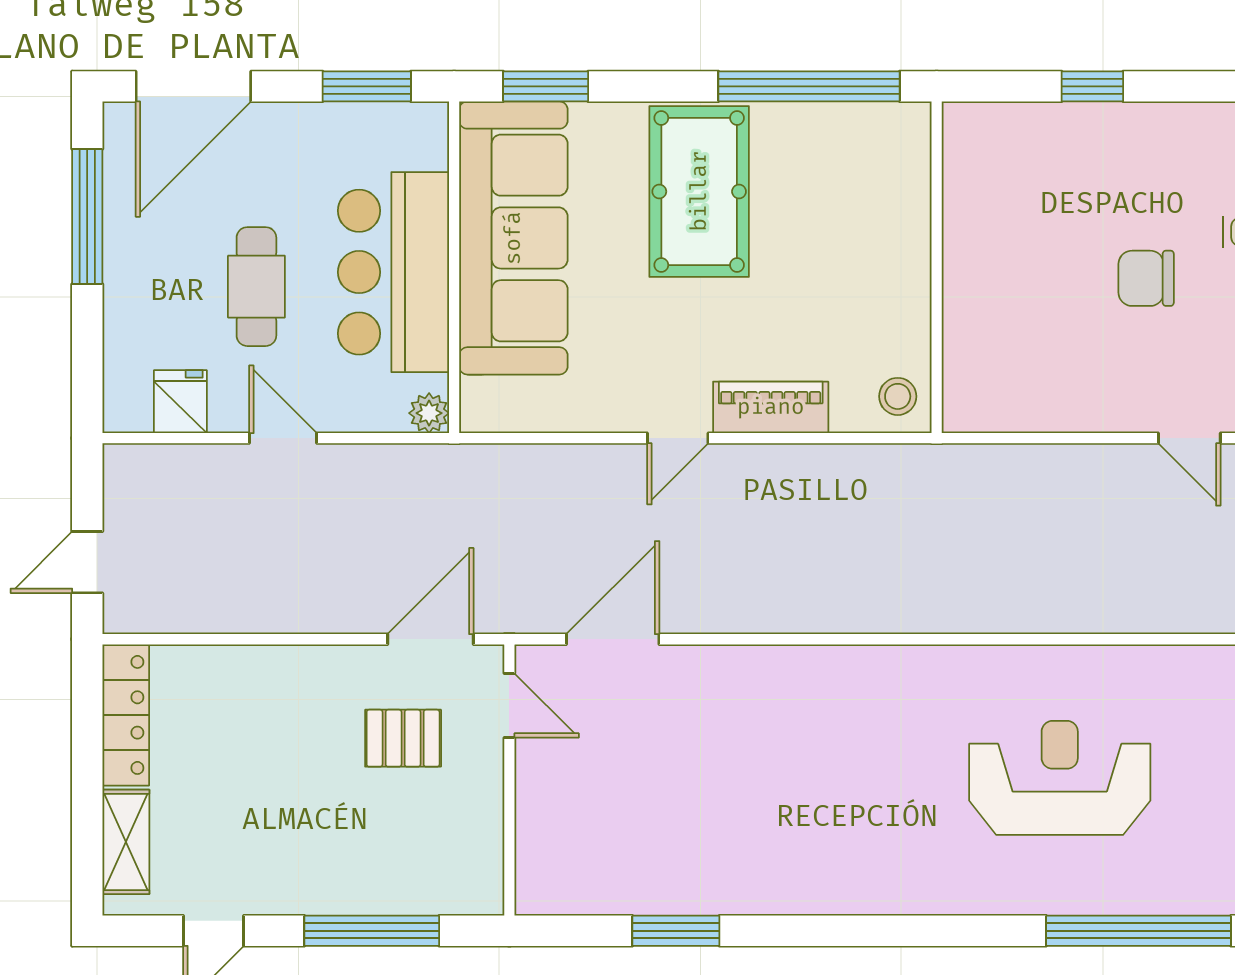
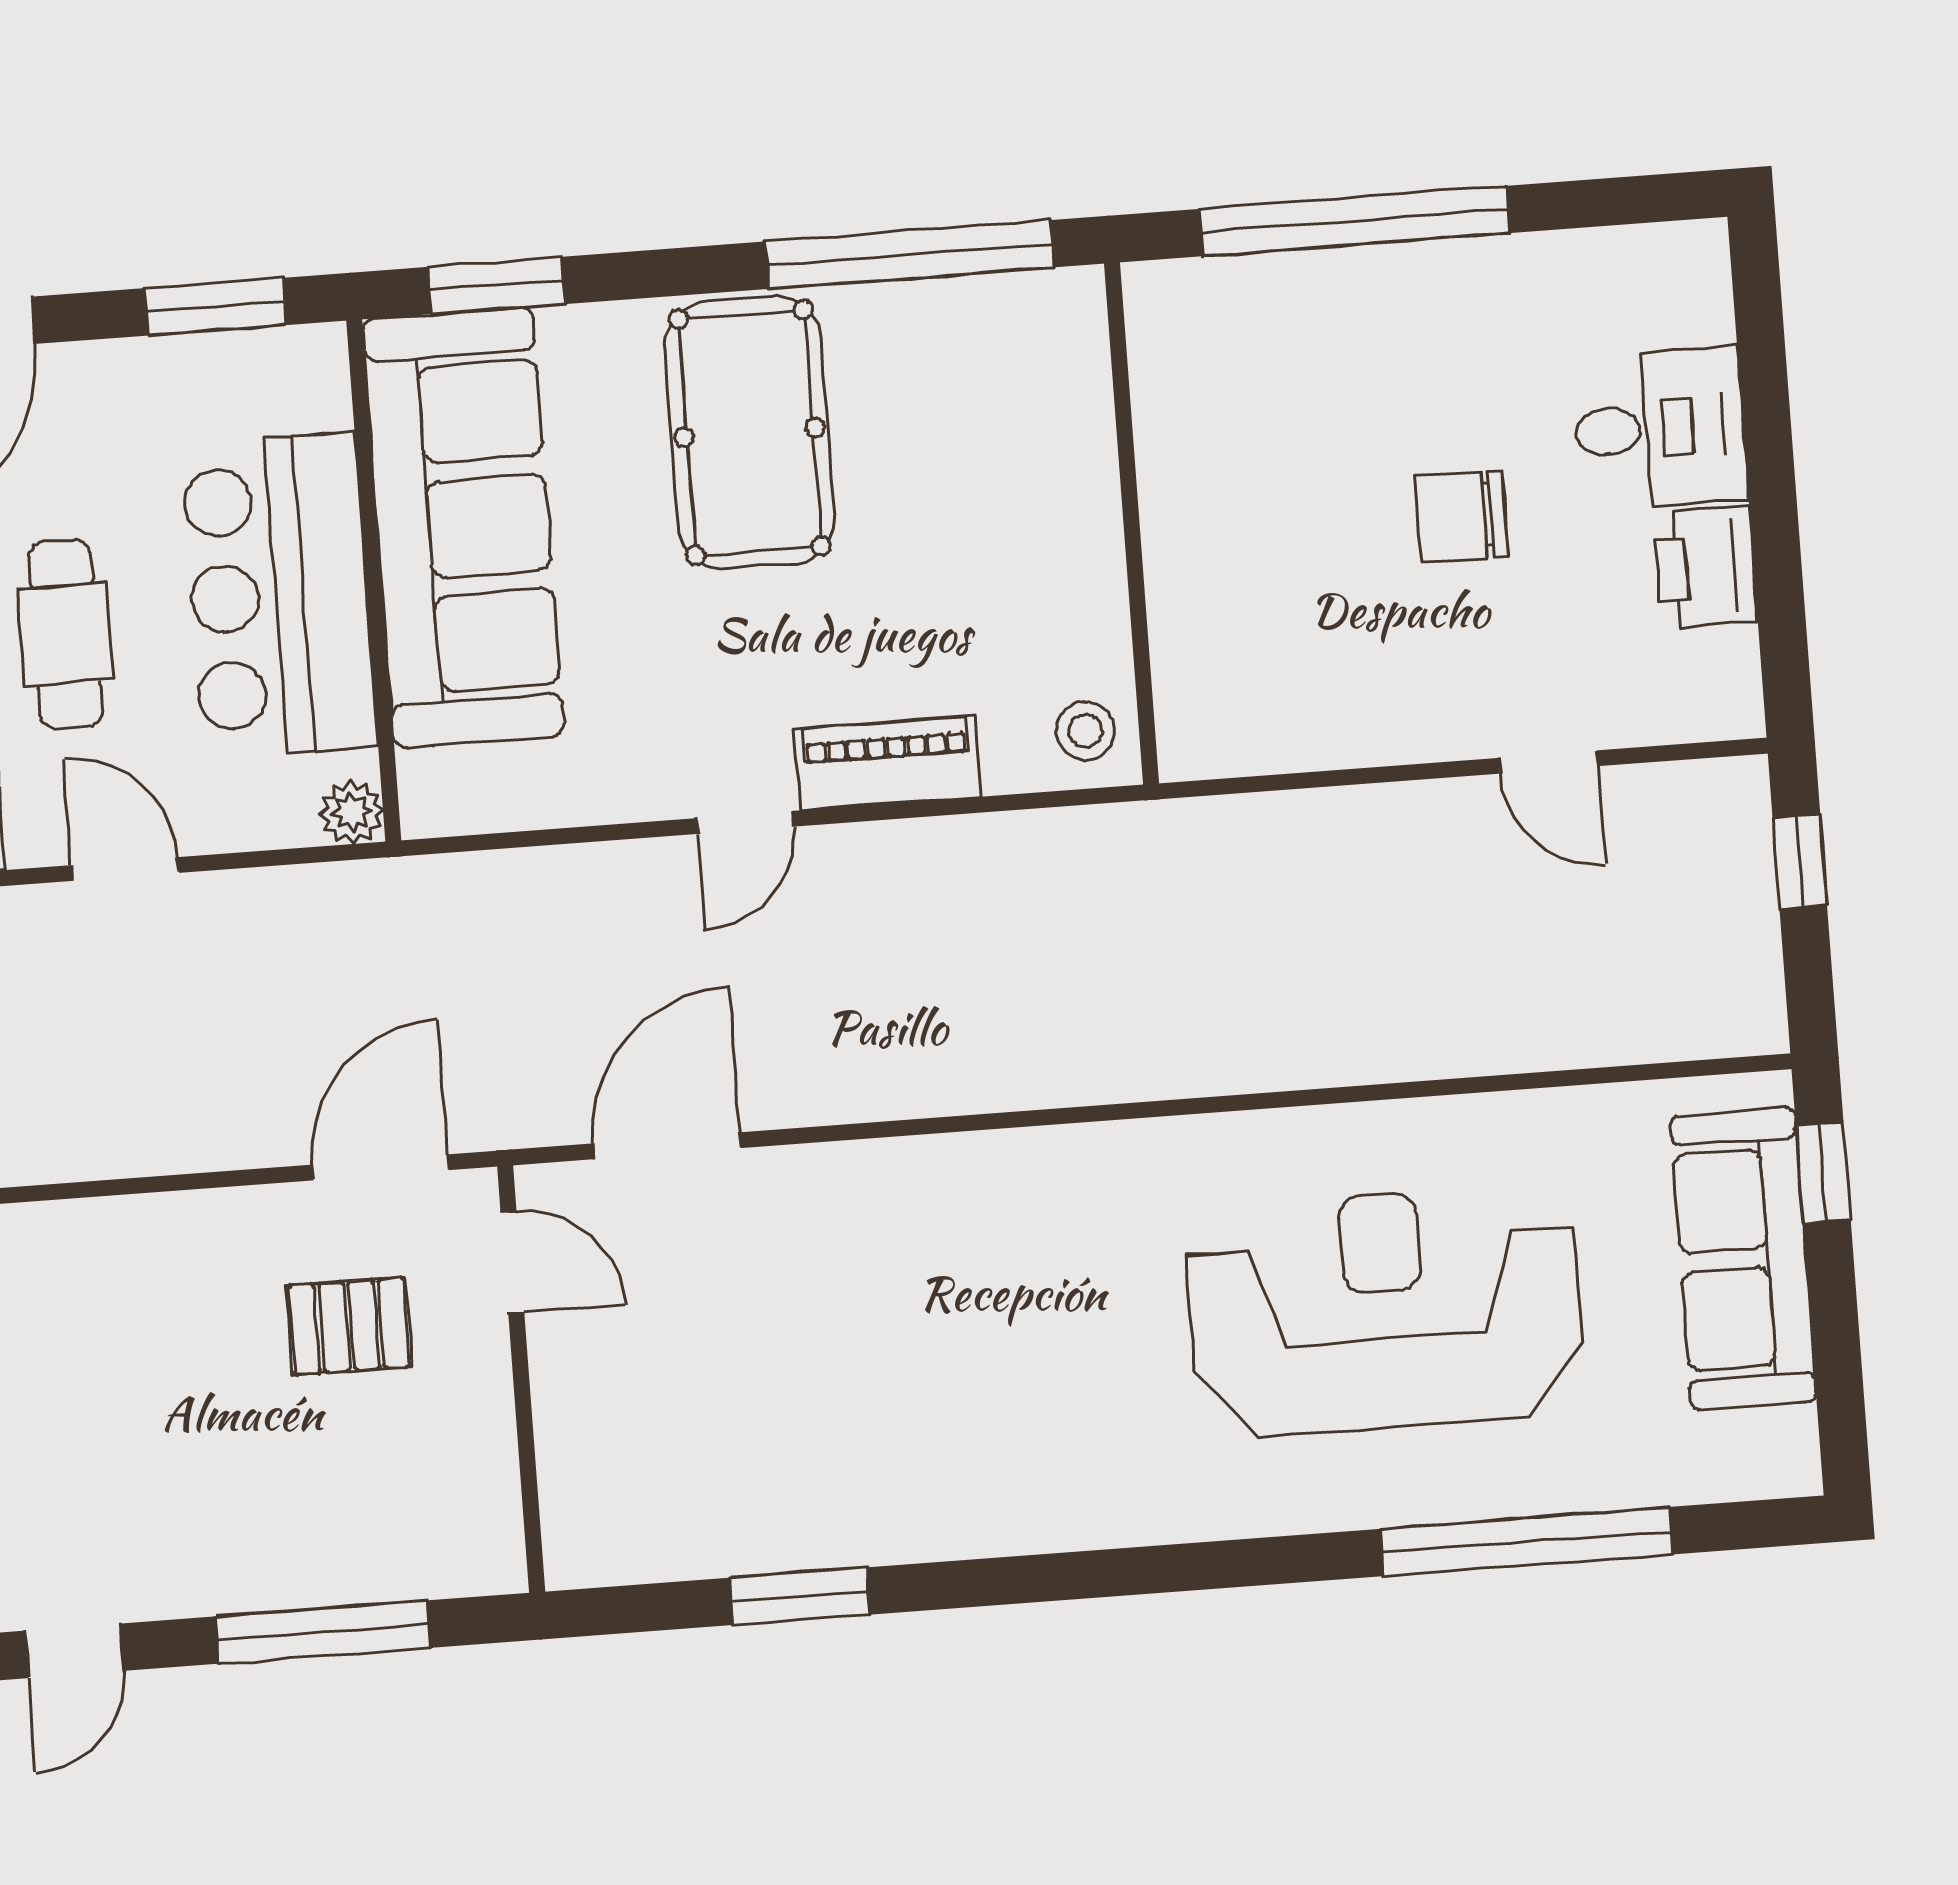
window: (1092, 86) -> (1355, 221), width x3.17
reception desk: (1060, 778) -> (1385, 1311), width x1.36, depth x1.30

